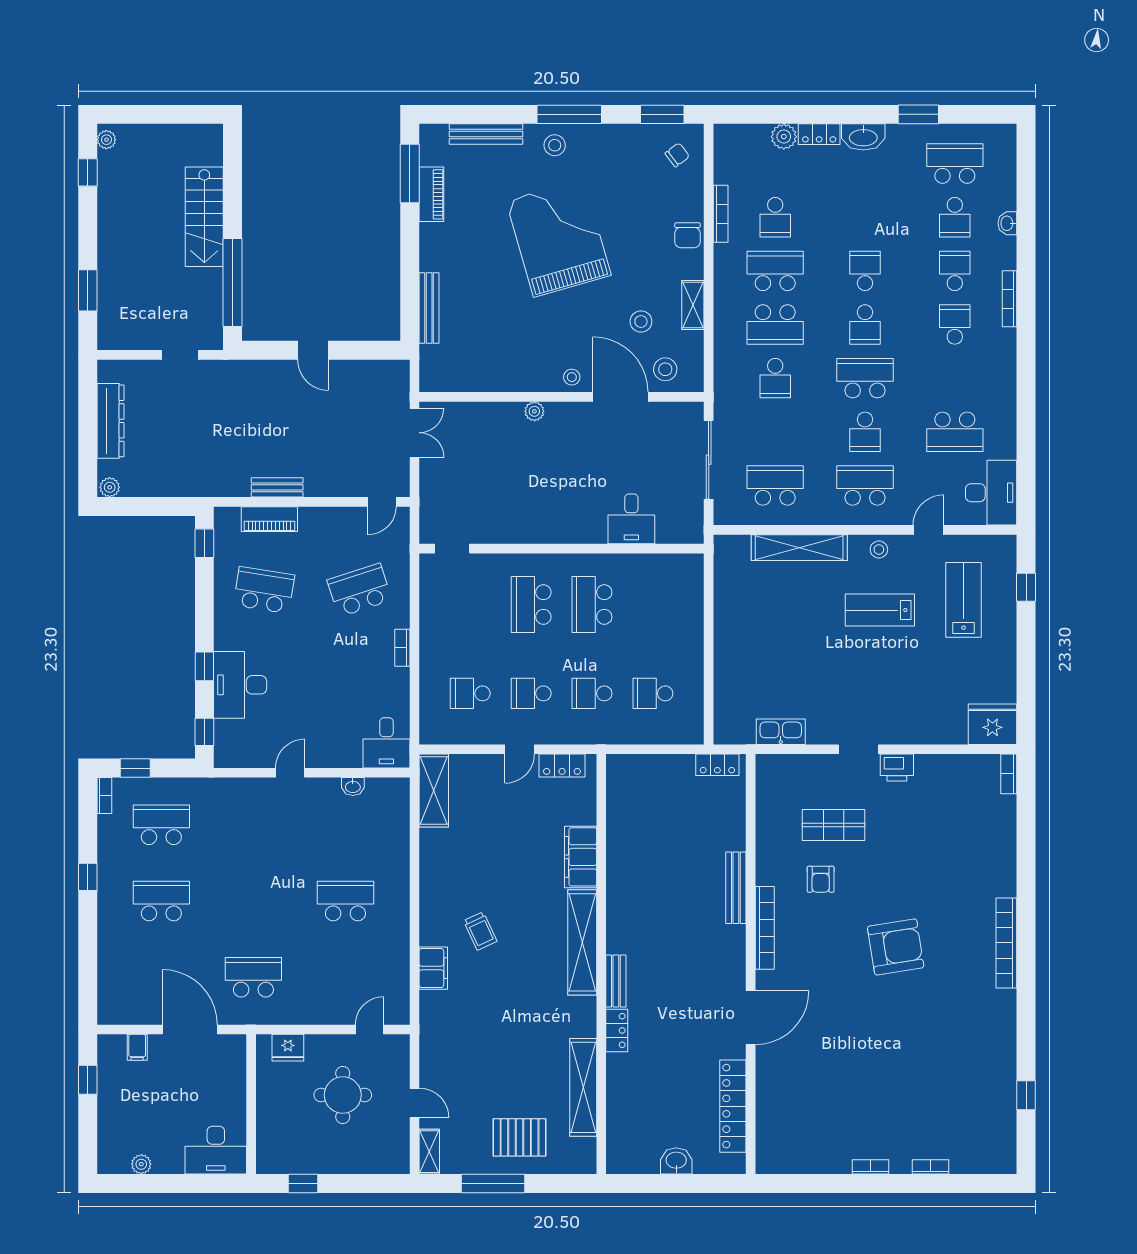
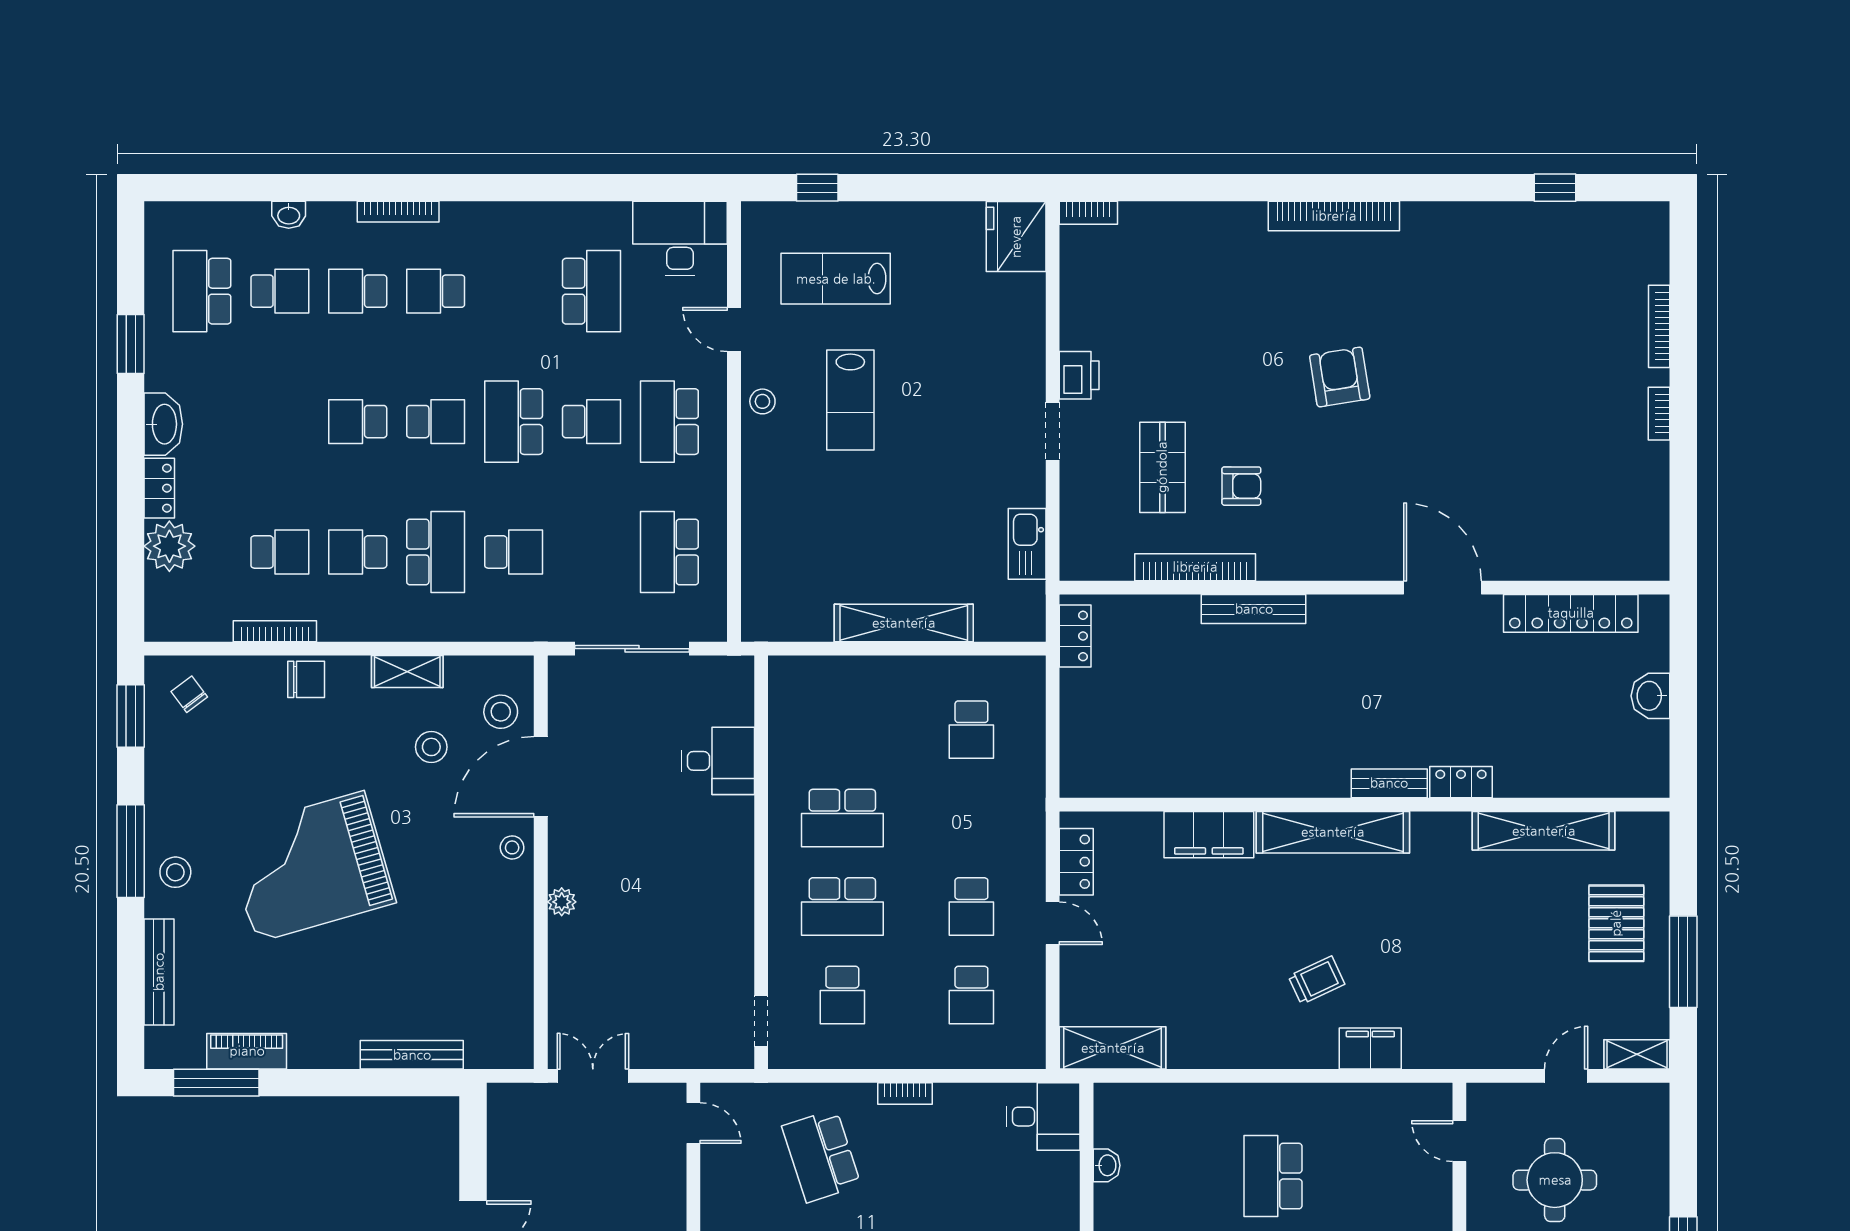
plant: (784, 137) -> (169, 546), width x1.36, depth x1.36
school desk: (775, 271) -> (358, 552), width x0.54
shelving: (799, 548) -> (904, 623), moved, turned 90
school desk: (592, 693) -> (842, 995), moved
bookcase: (765, 928) -> (1195, 567), moved
armchair: (896, 947) -> (1340, 377), width x0.73, depth x0.73
bookcase: (930, 1167) -> (1659, 326), width x1.56

